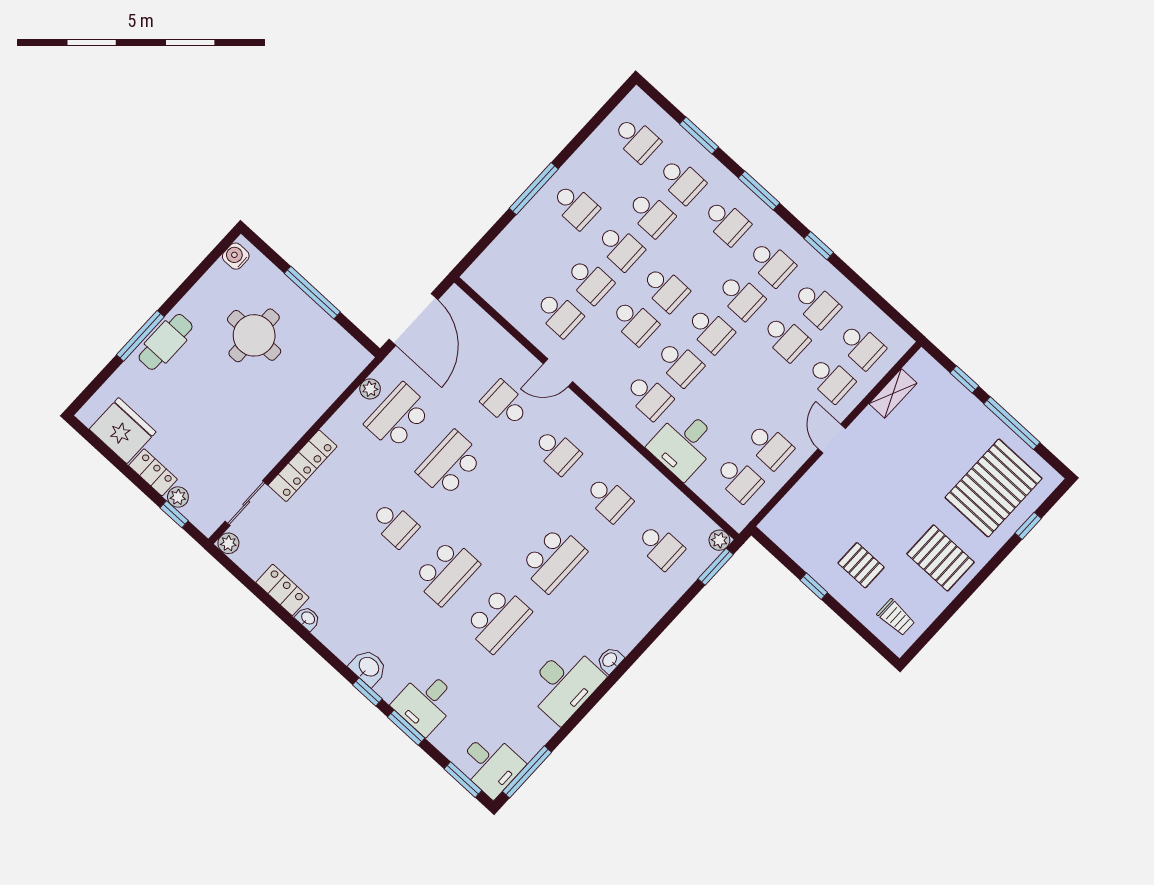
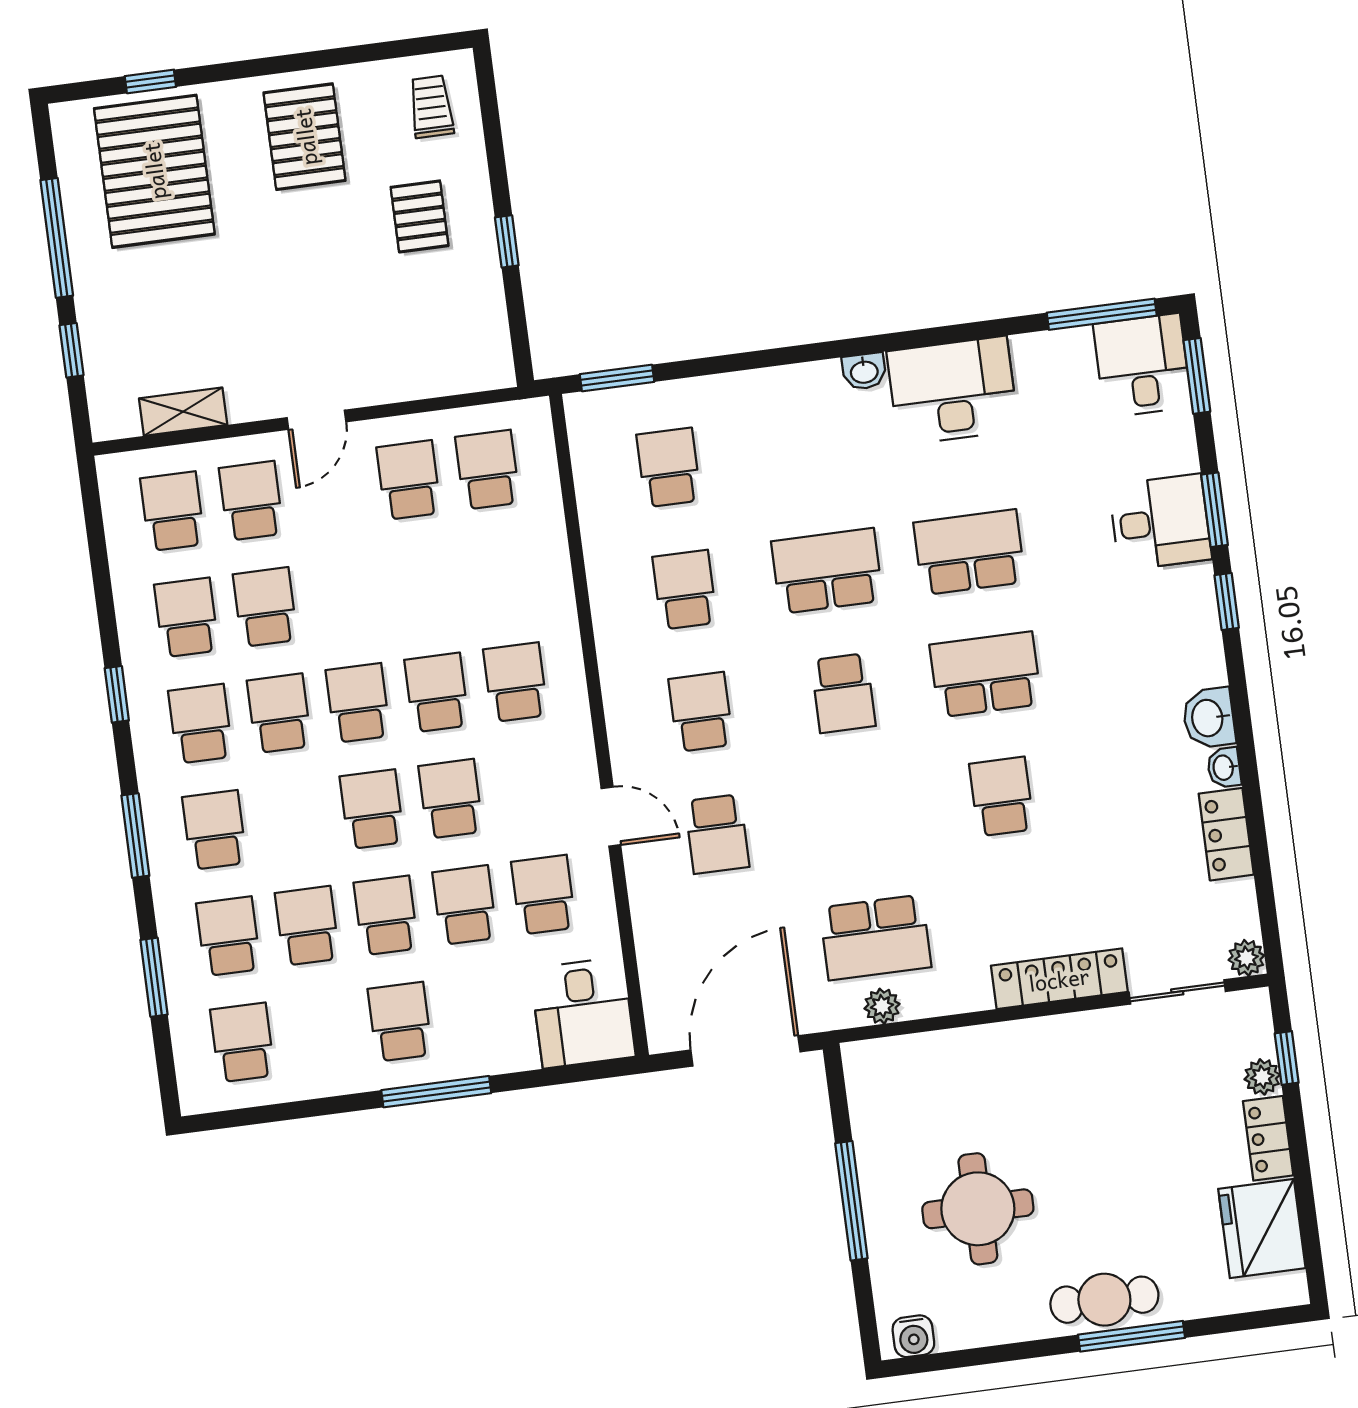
desk: (684, 444) -> (583, 1013), moved, turned 90
school desk: (450, 464) -> (843, 693), moved, width x0.54
pallet: (994, 488) -> (154, 171), turned 90
plant: (719, 540) -> (582, 410), removed
washbasin: (368, 667) -> (1209, 718), moved

